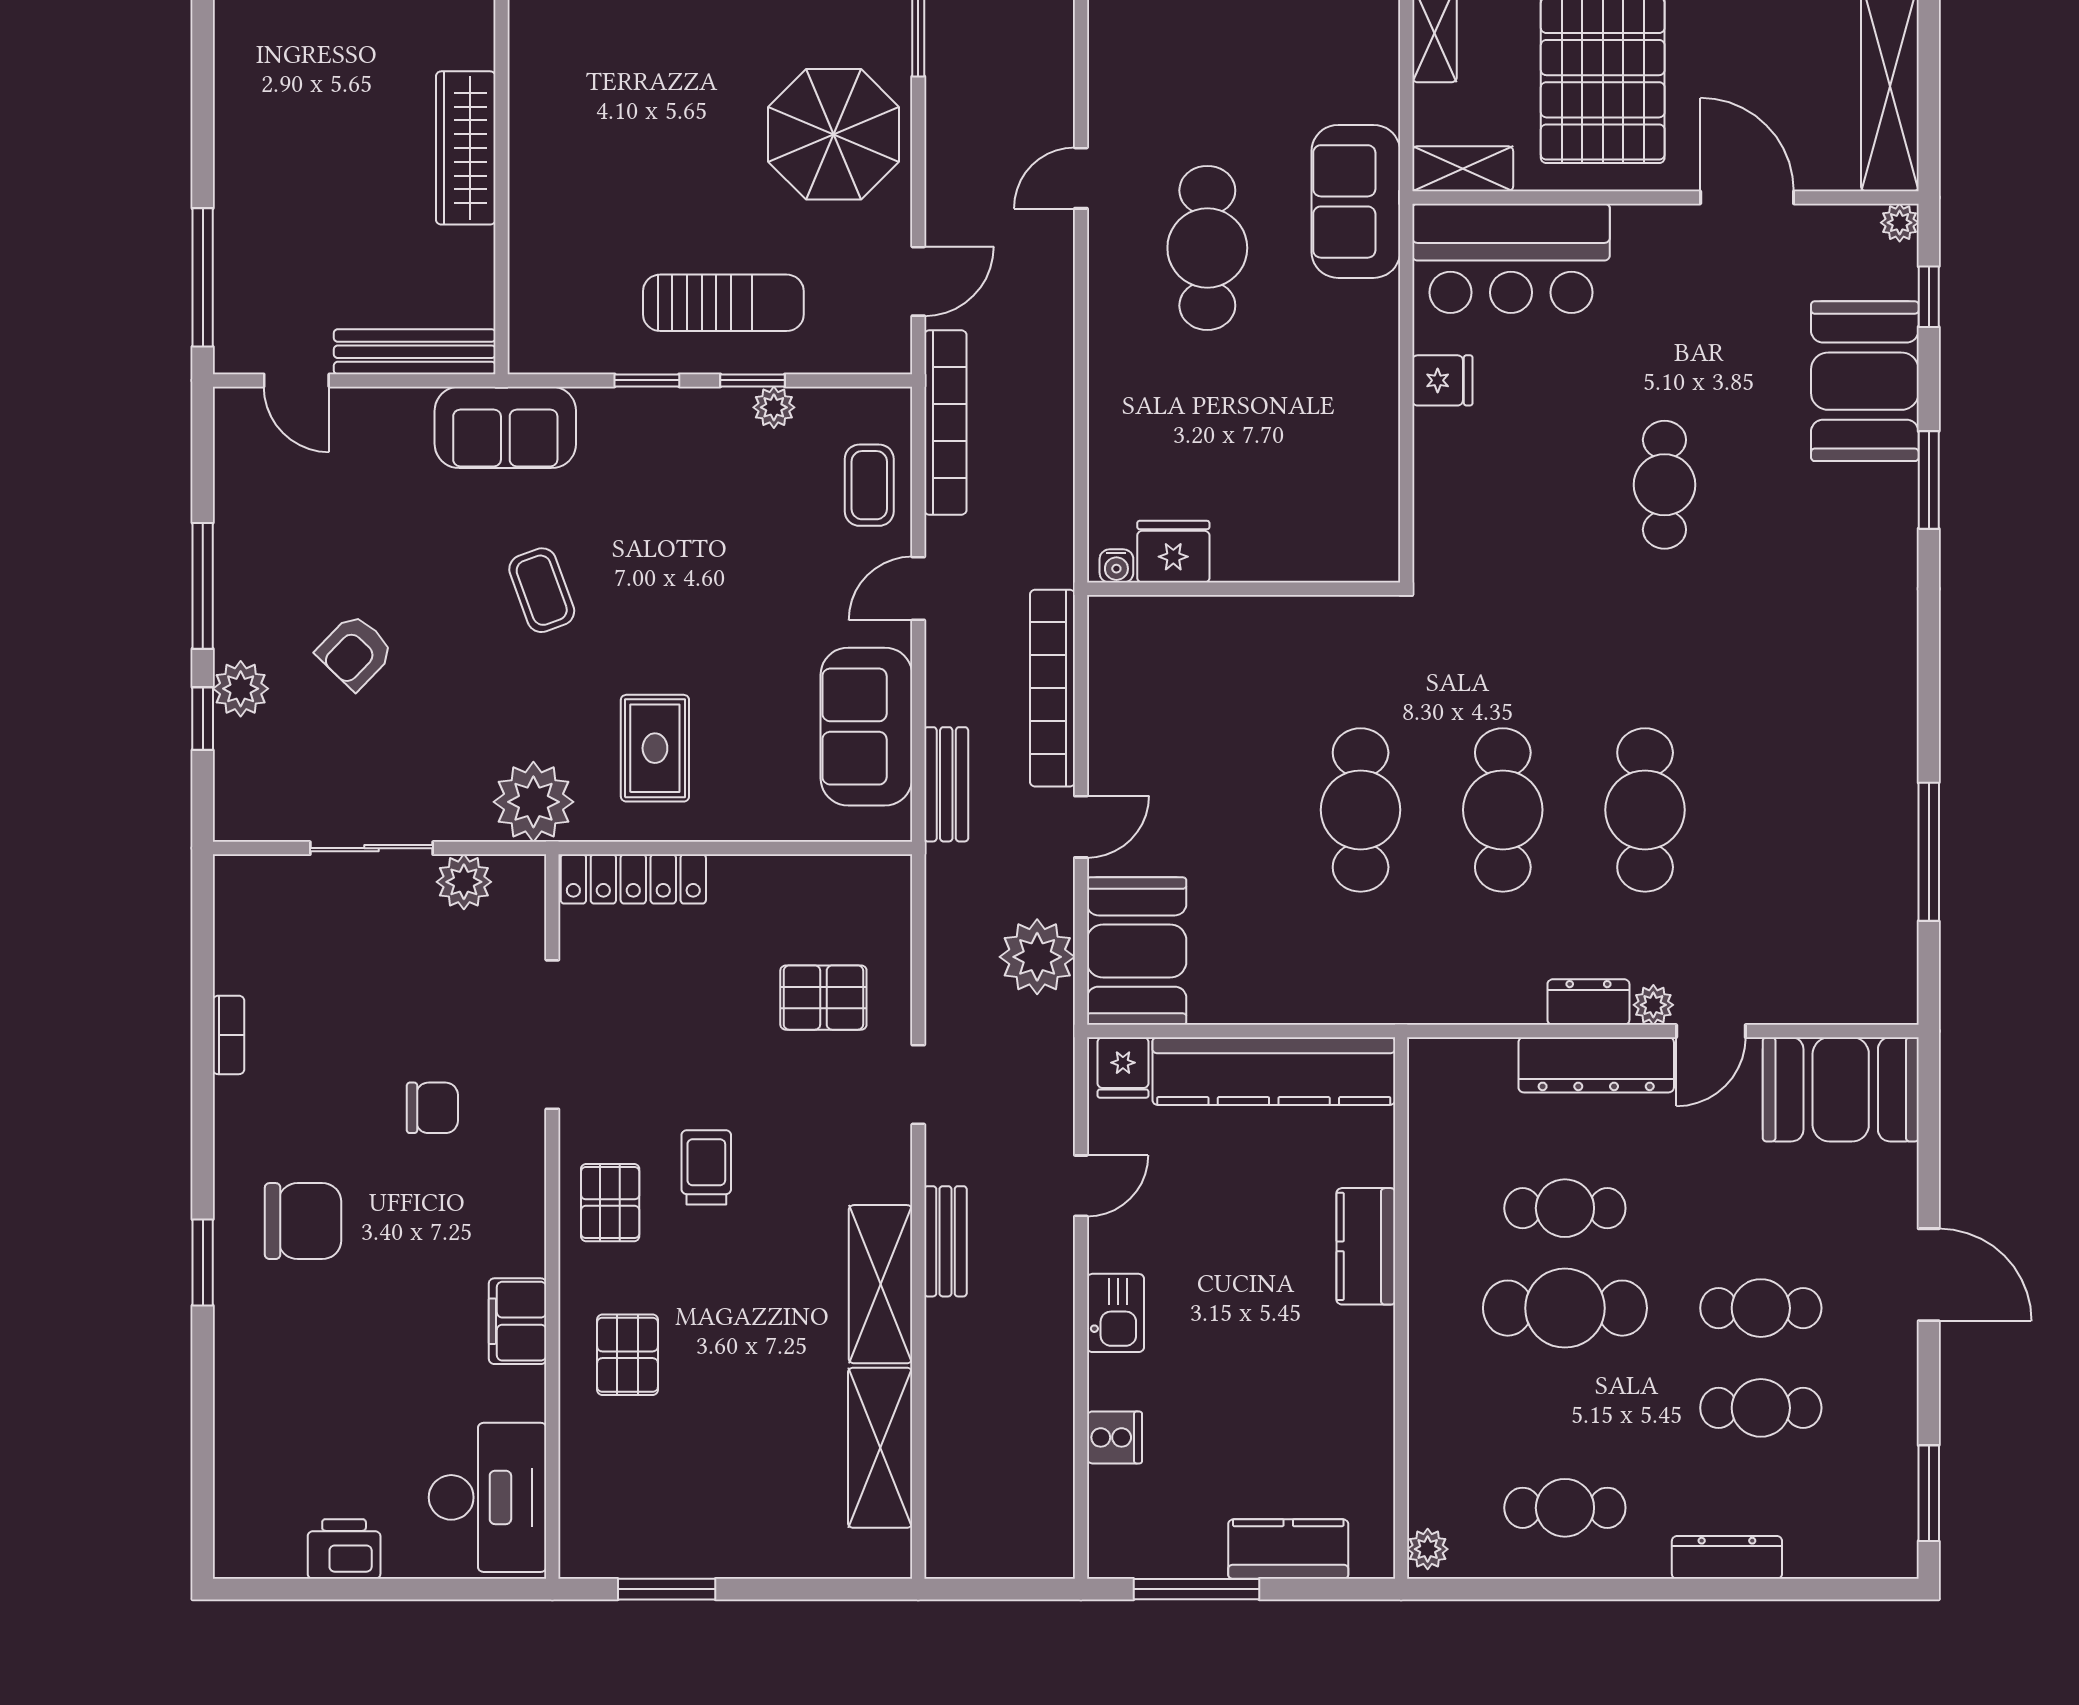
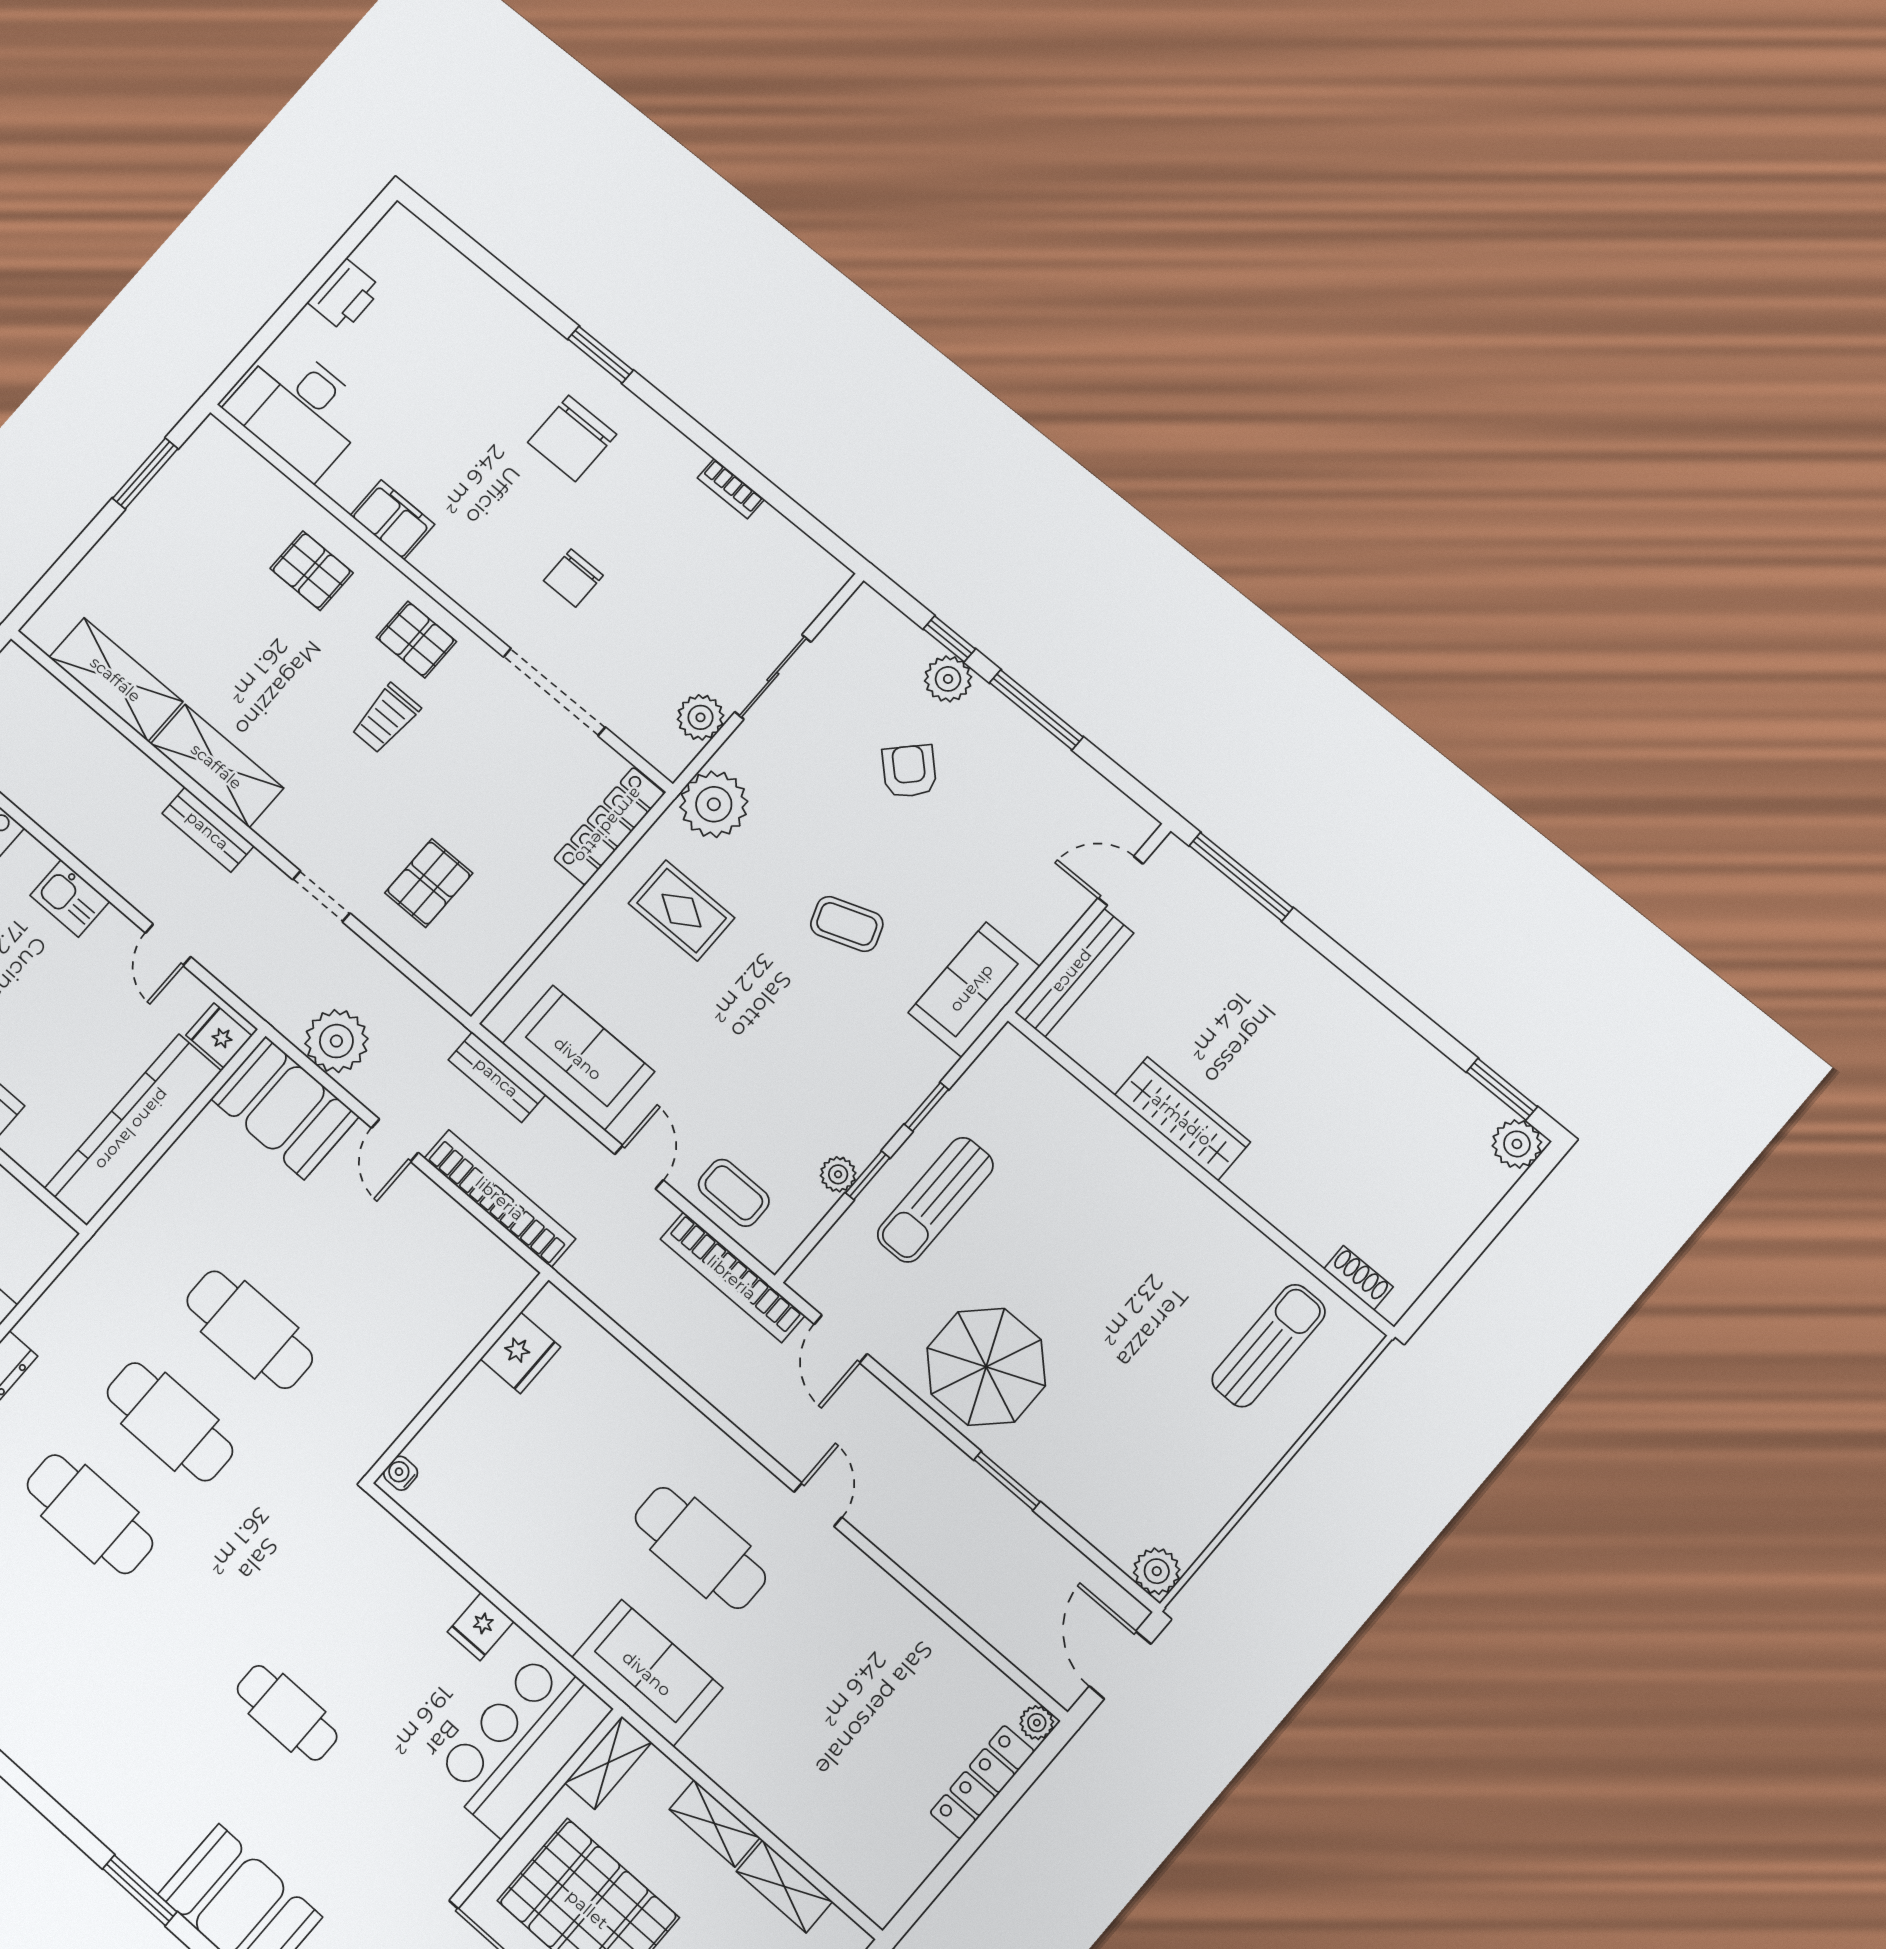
water cooler: (1116, 566) -> (401, 1473), moved
trolley: (706, 1167) -> (386, 718), turned 90

